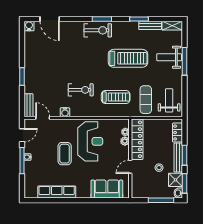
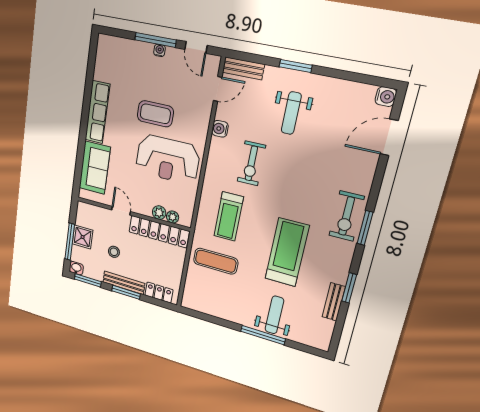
shelving: (172, 26) -> (325, 335), removed
treadmill: (128, 58) -> (287, 252), turned 180
weight bench: (169, 100) -> (291, 113), moved, turned 90
shower: (176, 180) -> (83, 237), moved
row of seats: (57, 192) -> (97, 112), moved

